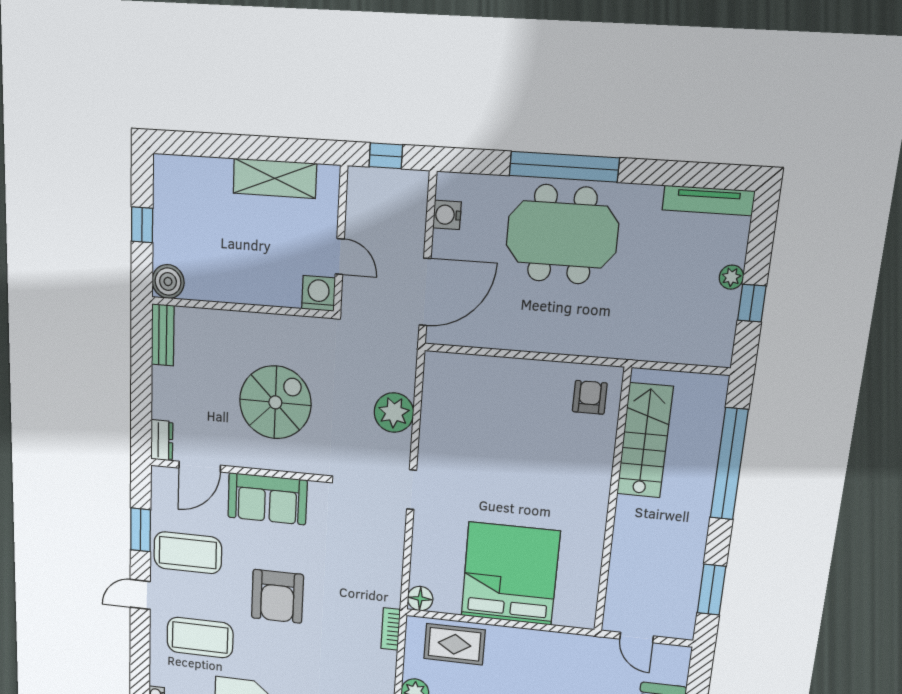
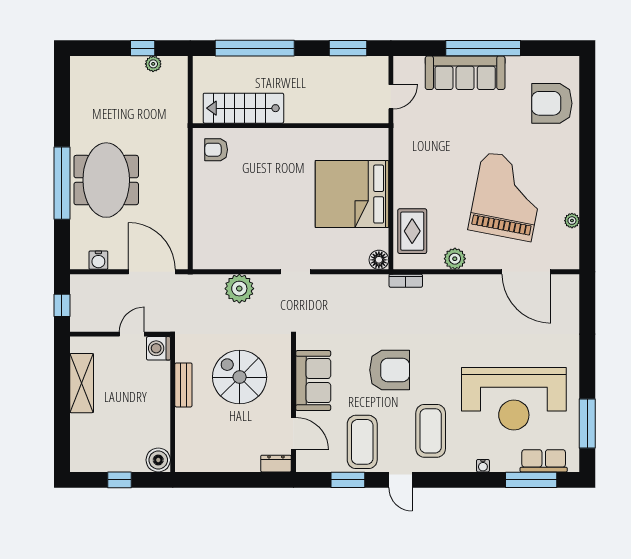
tv unit: (708, 200) -> (78, 85), removed
plant: (731, 277) -> (153, 64), moved
bench: (163, 335) -> (183, 385), moved, turned 90

